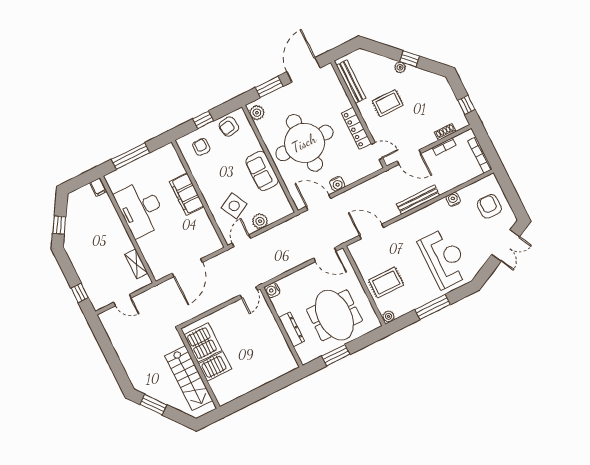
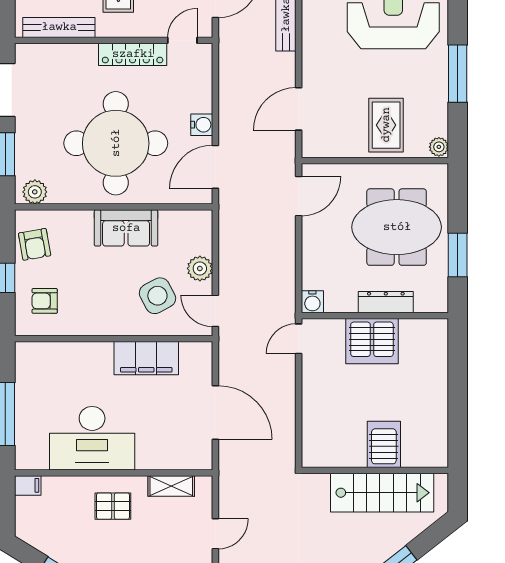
filing cabinet: (187, 194) -> (146, 358), moved
pallet: (110, 238) -> (113, 506), added
door: (249, 293) -> (299, 339), swing flipped
server rack: (203, 343) -> (372, 341), moved, turned 180

